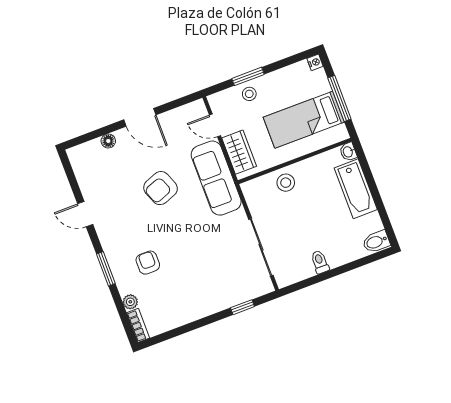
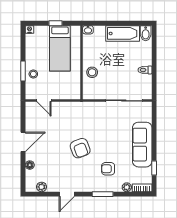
window: (339, 99) -> (56, 23), width x0.46
door: (215, 125) -> (44, 101), hinge flipped
wardrobe: (239, 152) -> (65, 92), removed
plant: (82, 172) -> (42, 187), added
sofa: (216, 178) -> (142, 145), moved, turned 90
armchair: (161, 188) -> (80, 148), moved
bathtub: (356, 189) -> (123, 33), moved
window: (242, 307) -> (154, 168), moved

